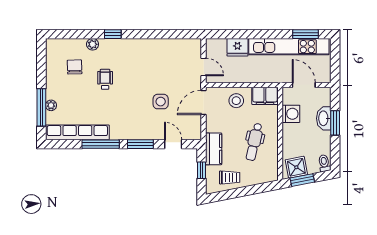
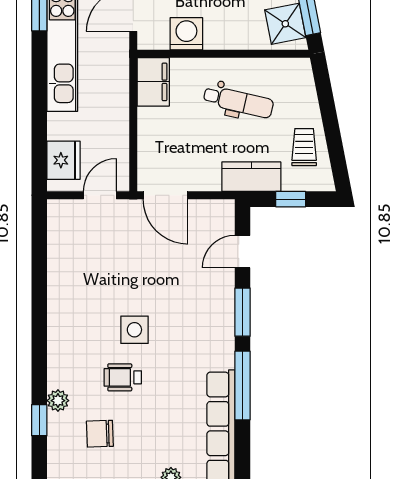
window: (113, 34) -> (39, 420), moved
fridge: (237, 47) -> (63, 160), moved
stool: (236, 101) -> (162, 135), removed
side table: (161, 102) -> (134, 330), moved

